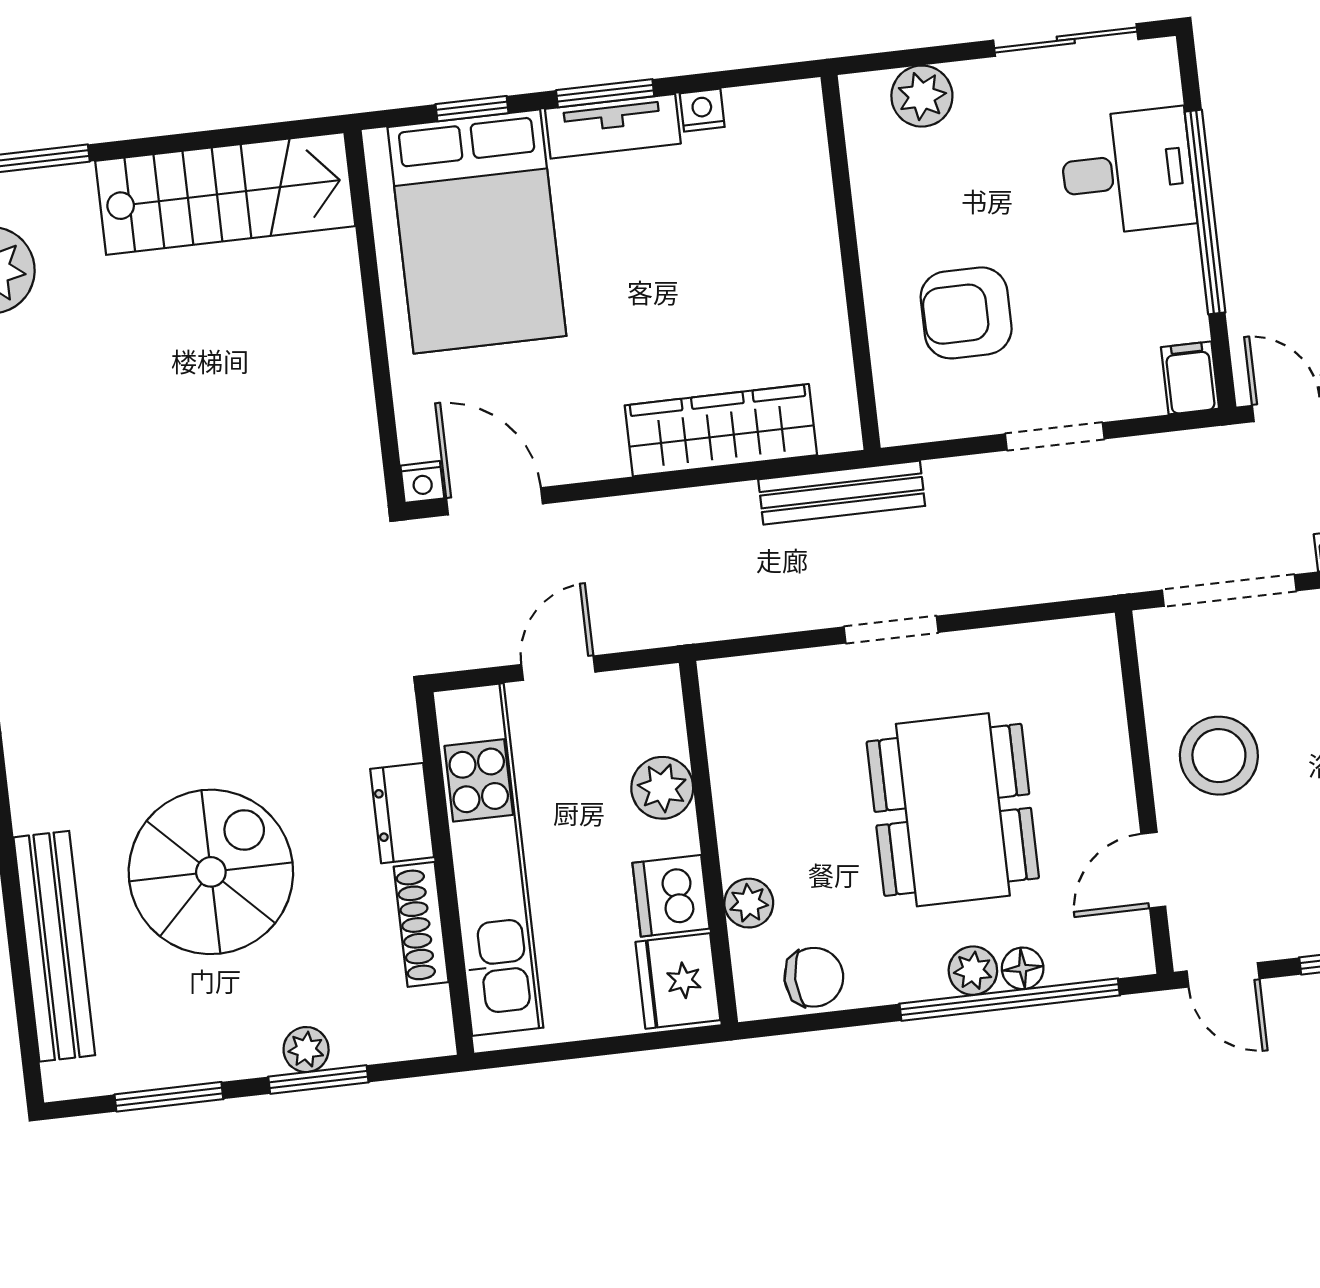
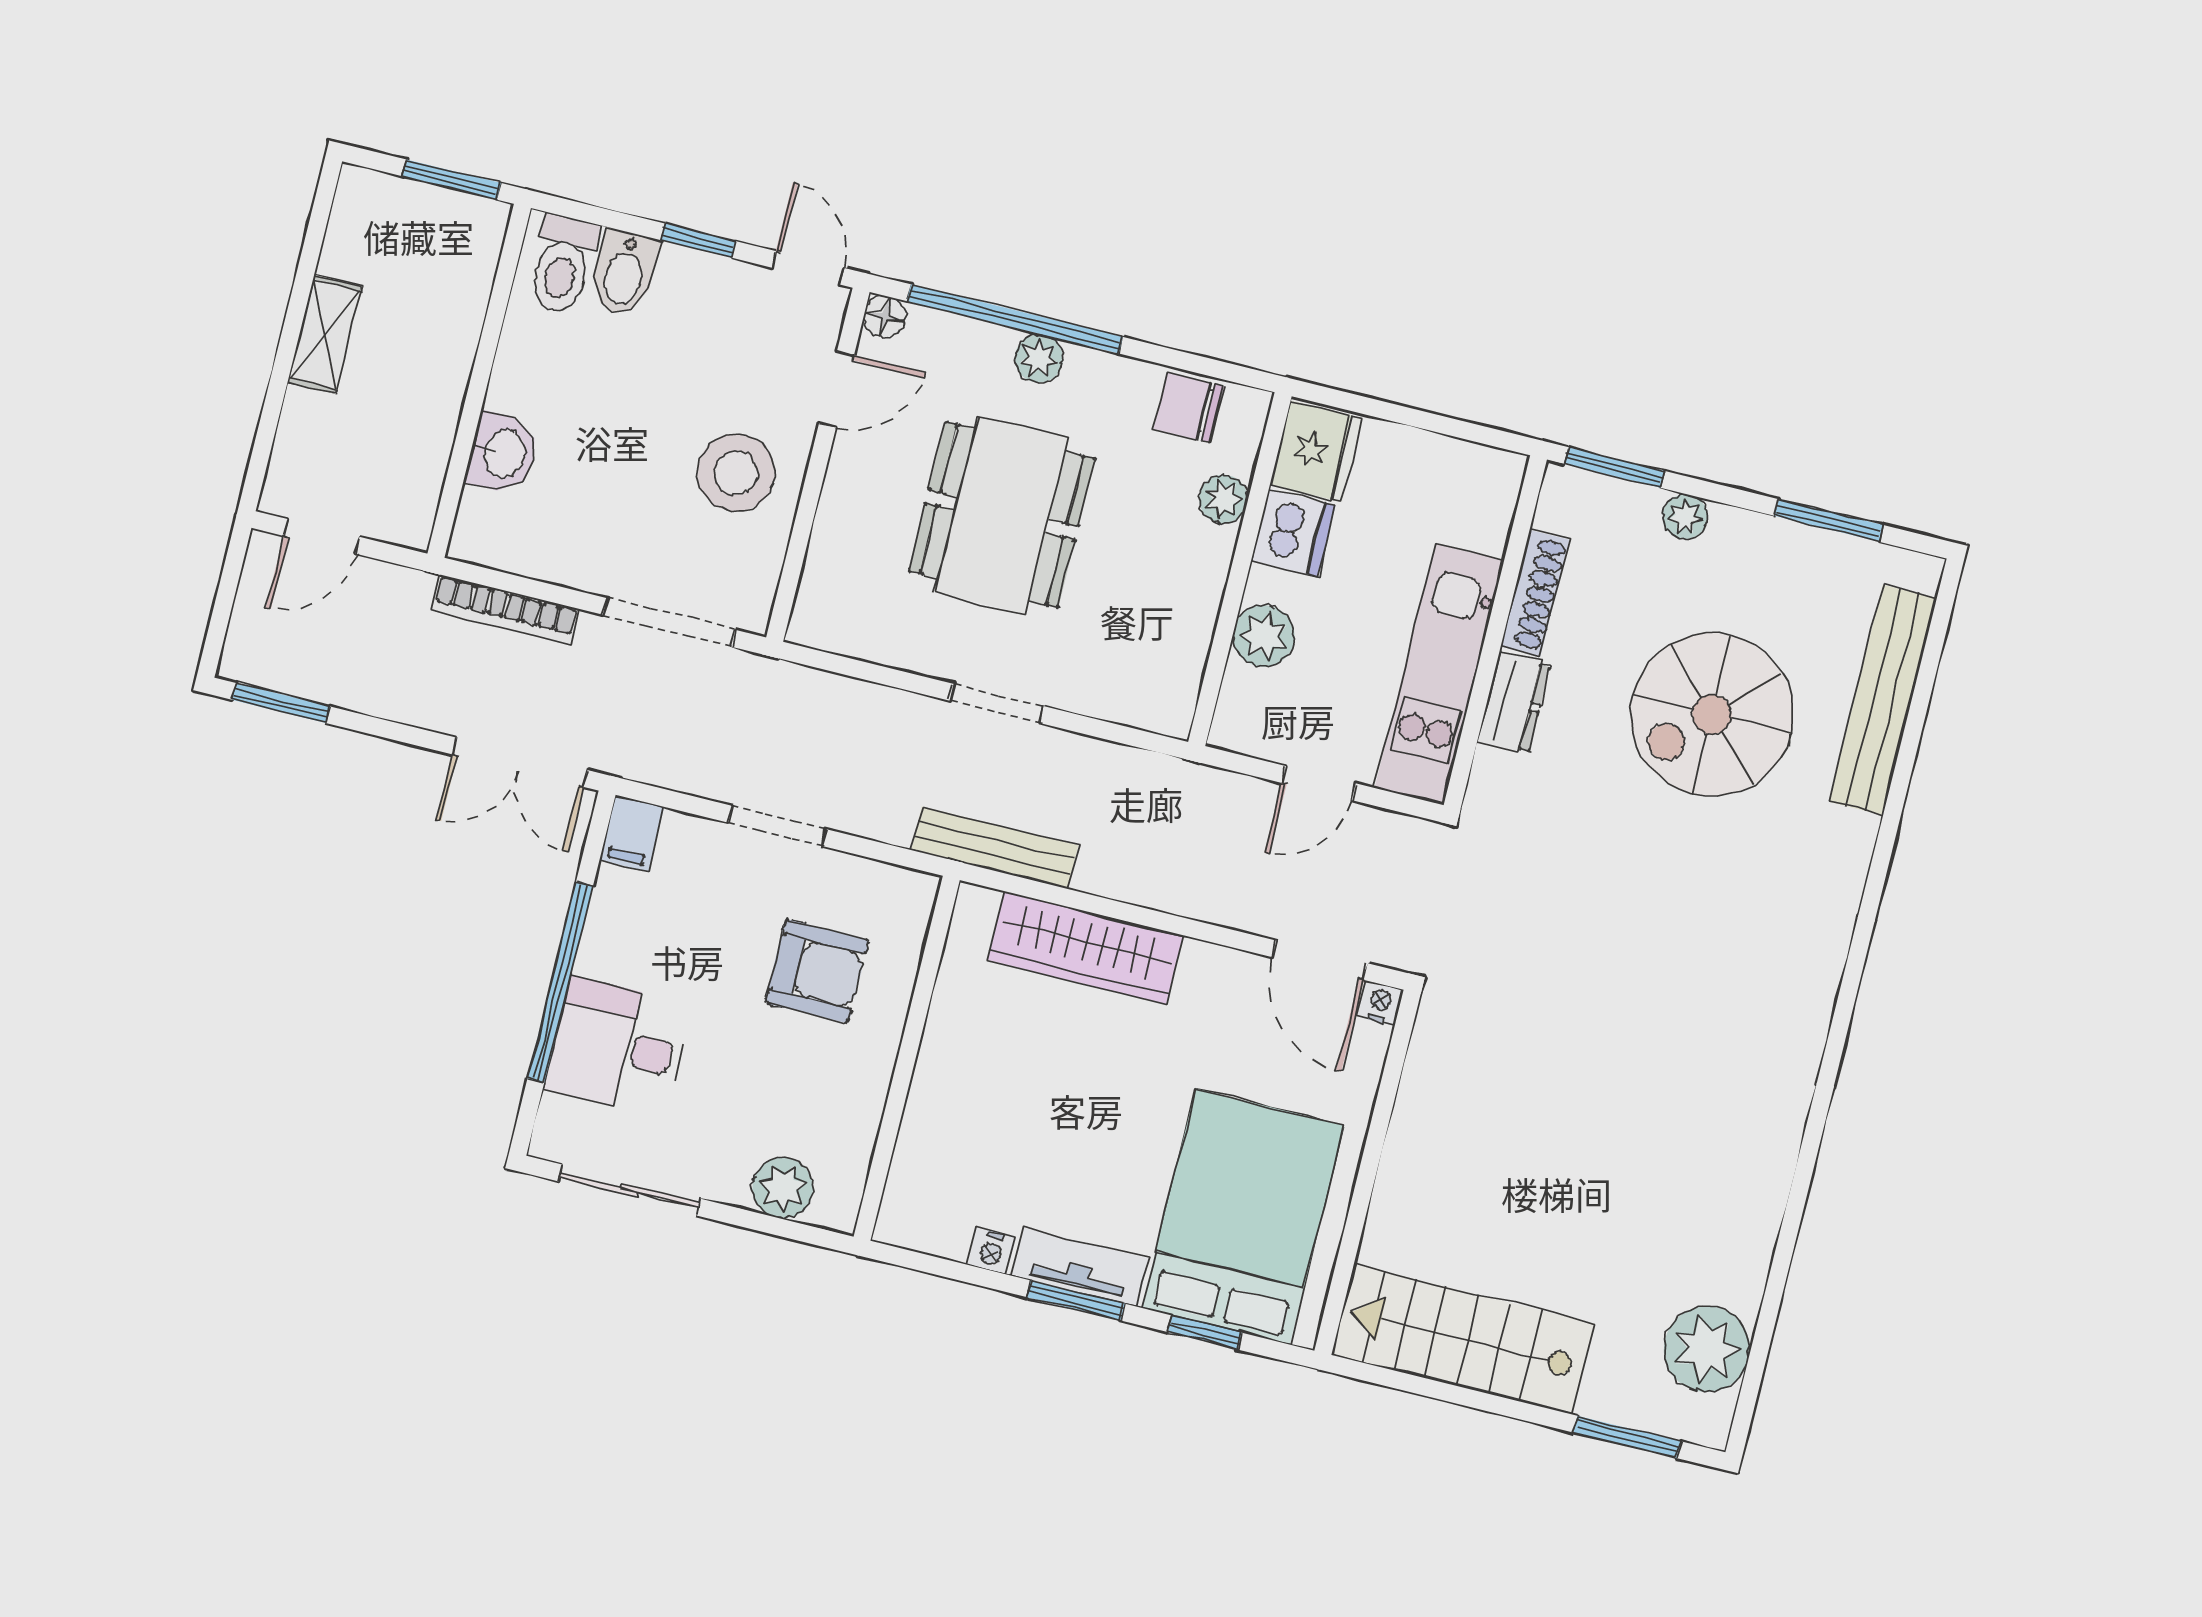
kitchen unit: (488, 860) -> (1439, 674), width x0.73
floor lamp: (1023, 968) -> (885, 317), moved
window: (318, 1080) -> (1615, 467), moved

